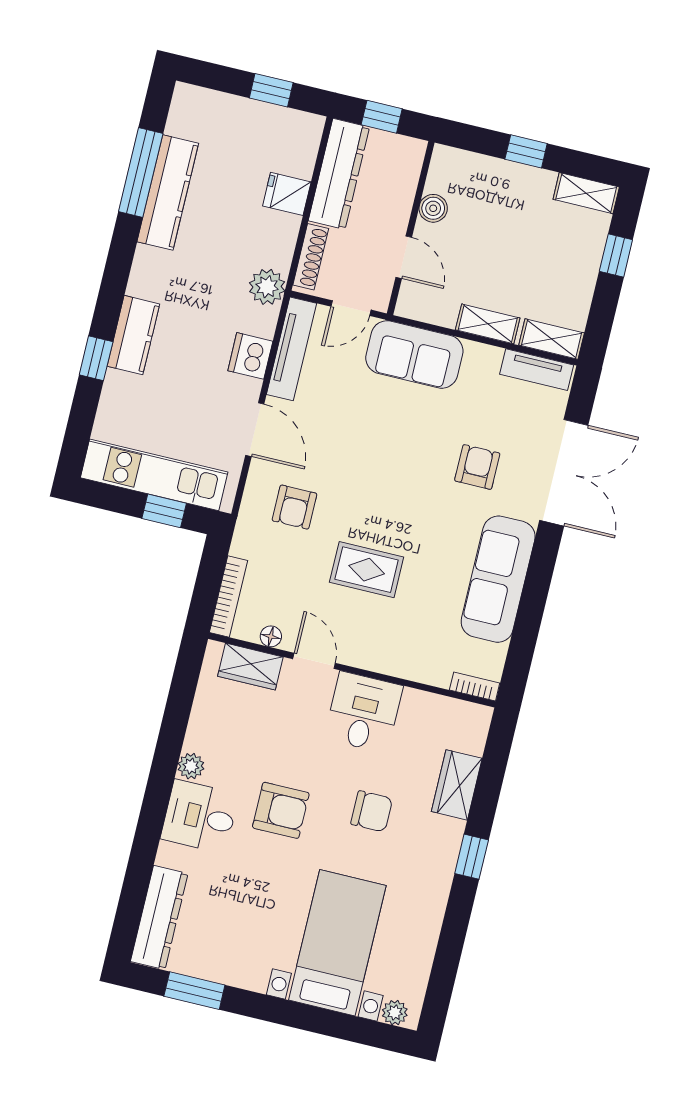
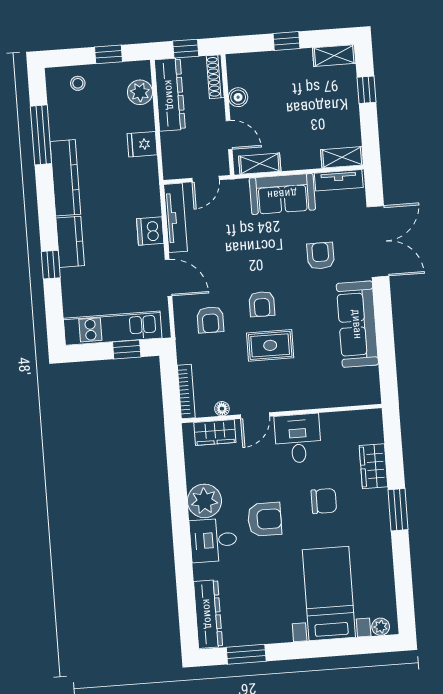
stool: (215, 117) -> (78, 83), added
kitchen counter: (168, 193) -> (65, 178), moved
fridge: (287, 194) -> (142, 144), moved
shoe rack: (311, 257) -> (215, 77), moved, turned 180
plant: (267, 287) -> (140, 92), moved
shelving: (488, 324) -> (260, 164), moved
sofa: (414, 354) -> (282, 194), moved
armchair: (373, 508) -> (262, 304), added
door: (314, 661) -> (255, 416), swing flipped
bookcase: (475, 687) -> (364, 399), removed
plant: (191, 766) -> (204, 501), width x1.88, depth x1.88
window: (472, 857) -> (398, 510), width x1.50

